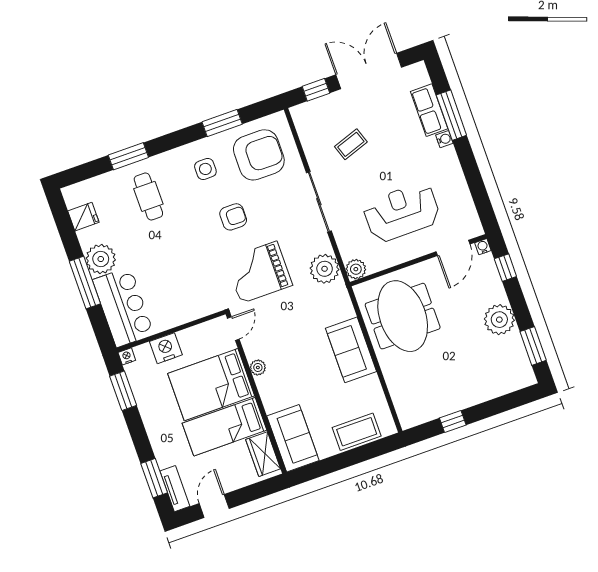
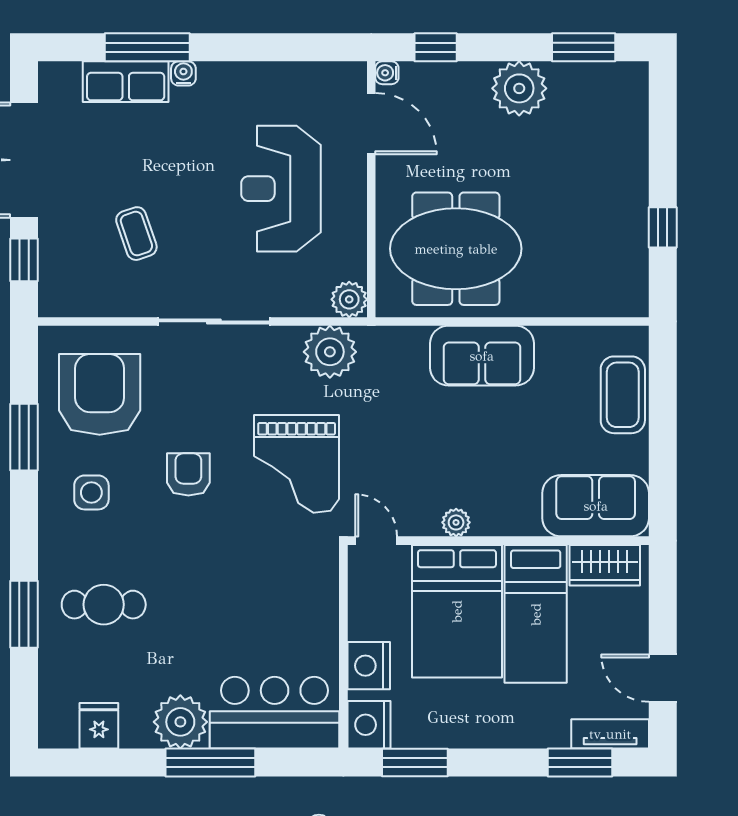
nightstand: (127, 356) -> (369, 725), width x1.89, depth x1.79

